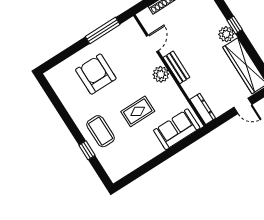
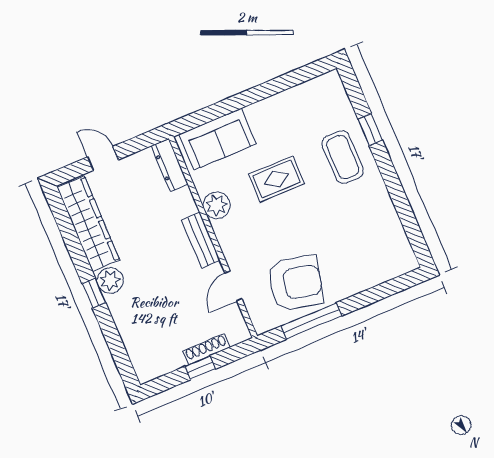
armchair: (96, 74) -> (295, 283), moved, turned -78
plant: (161, 74) -> (217, 205), moved

